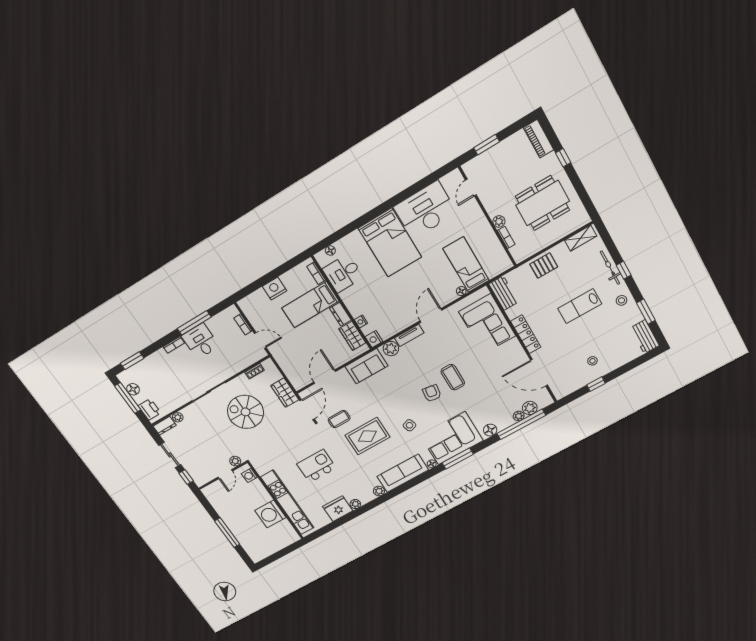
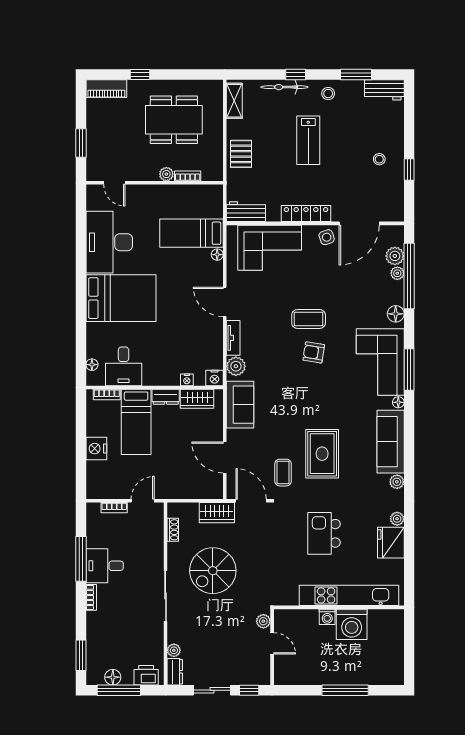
dining table: (542, 203) -> (174, 120), turned 90
side table: (409, 425) -> (327, 237), moved
washing machine: (249, 475) -> (327, 617), moved

